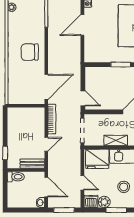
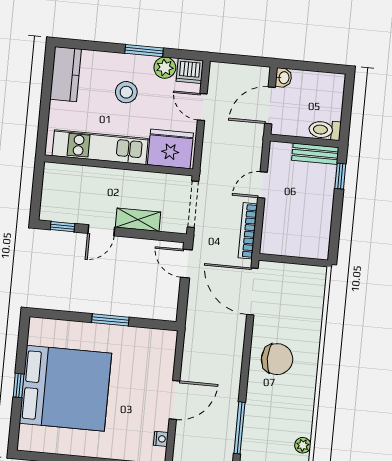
door: (46, 87) -> (252, 292), hinge flipped
shelving: (116, 140) -> (138, 220), moved
bench: (32, 164) -> (315, 154), moved
door: (46, 187) -> (270, 105), hinge flipped
window: (64, 210) -> (241, 60), removed

